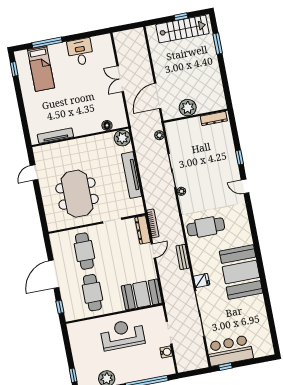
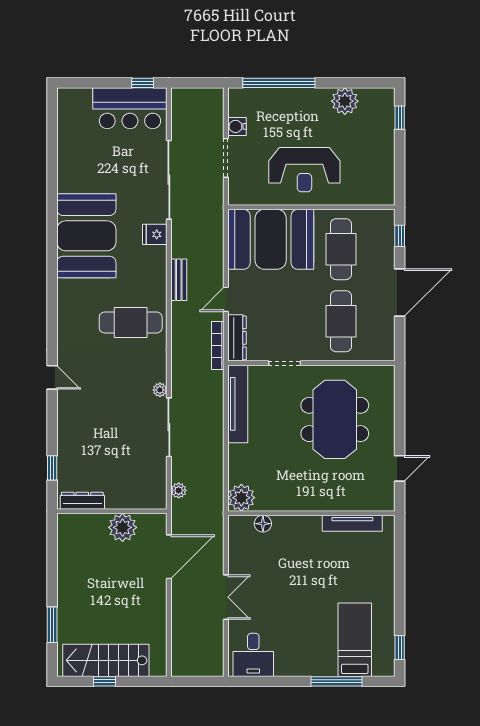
desk: (80, 52) -> (253, 655), moved
window: (239, 157) -> (52, 468), moved
tv unit: (132, 175) -> (238, 404), moved
booth: (142, 294) -> (271, 239), width x1.36, depth x1.42

